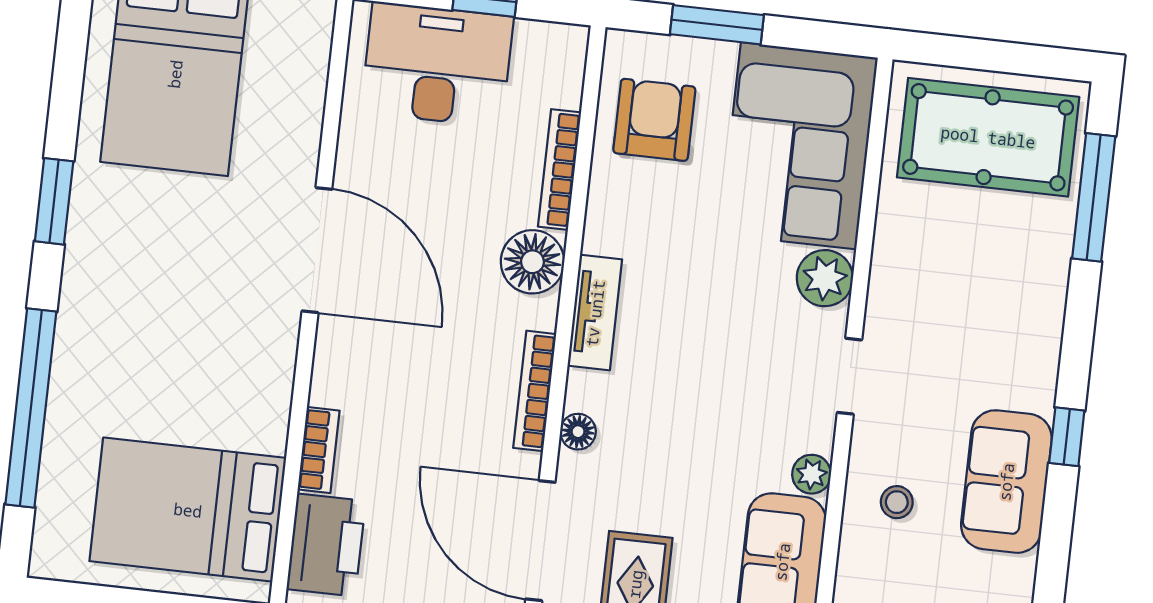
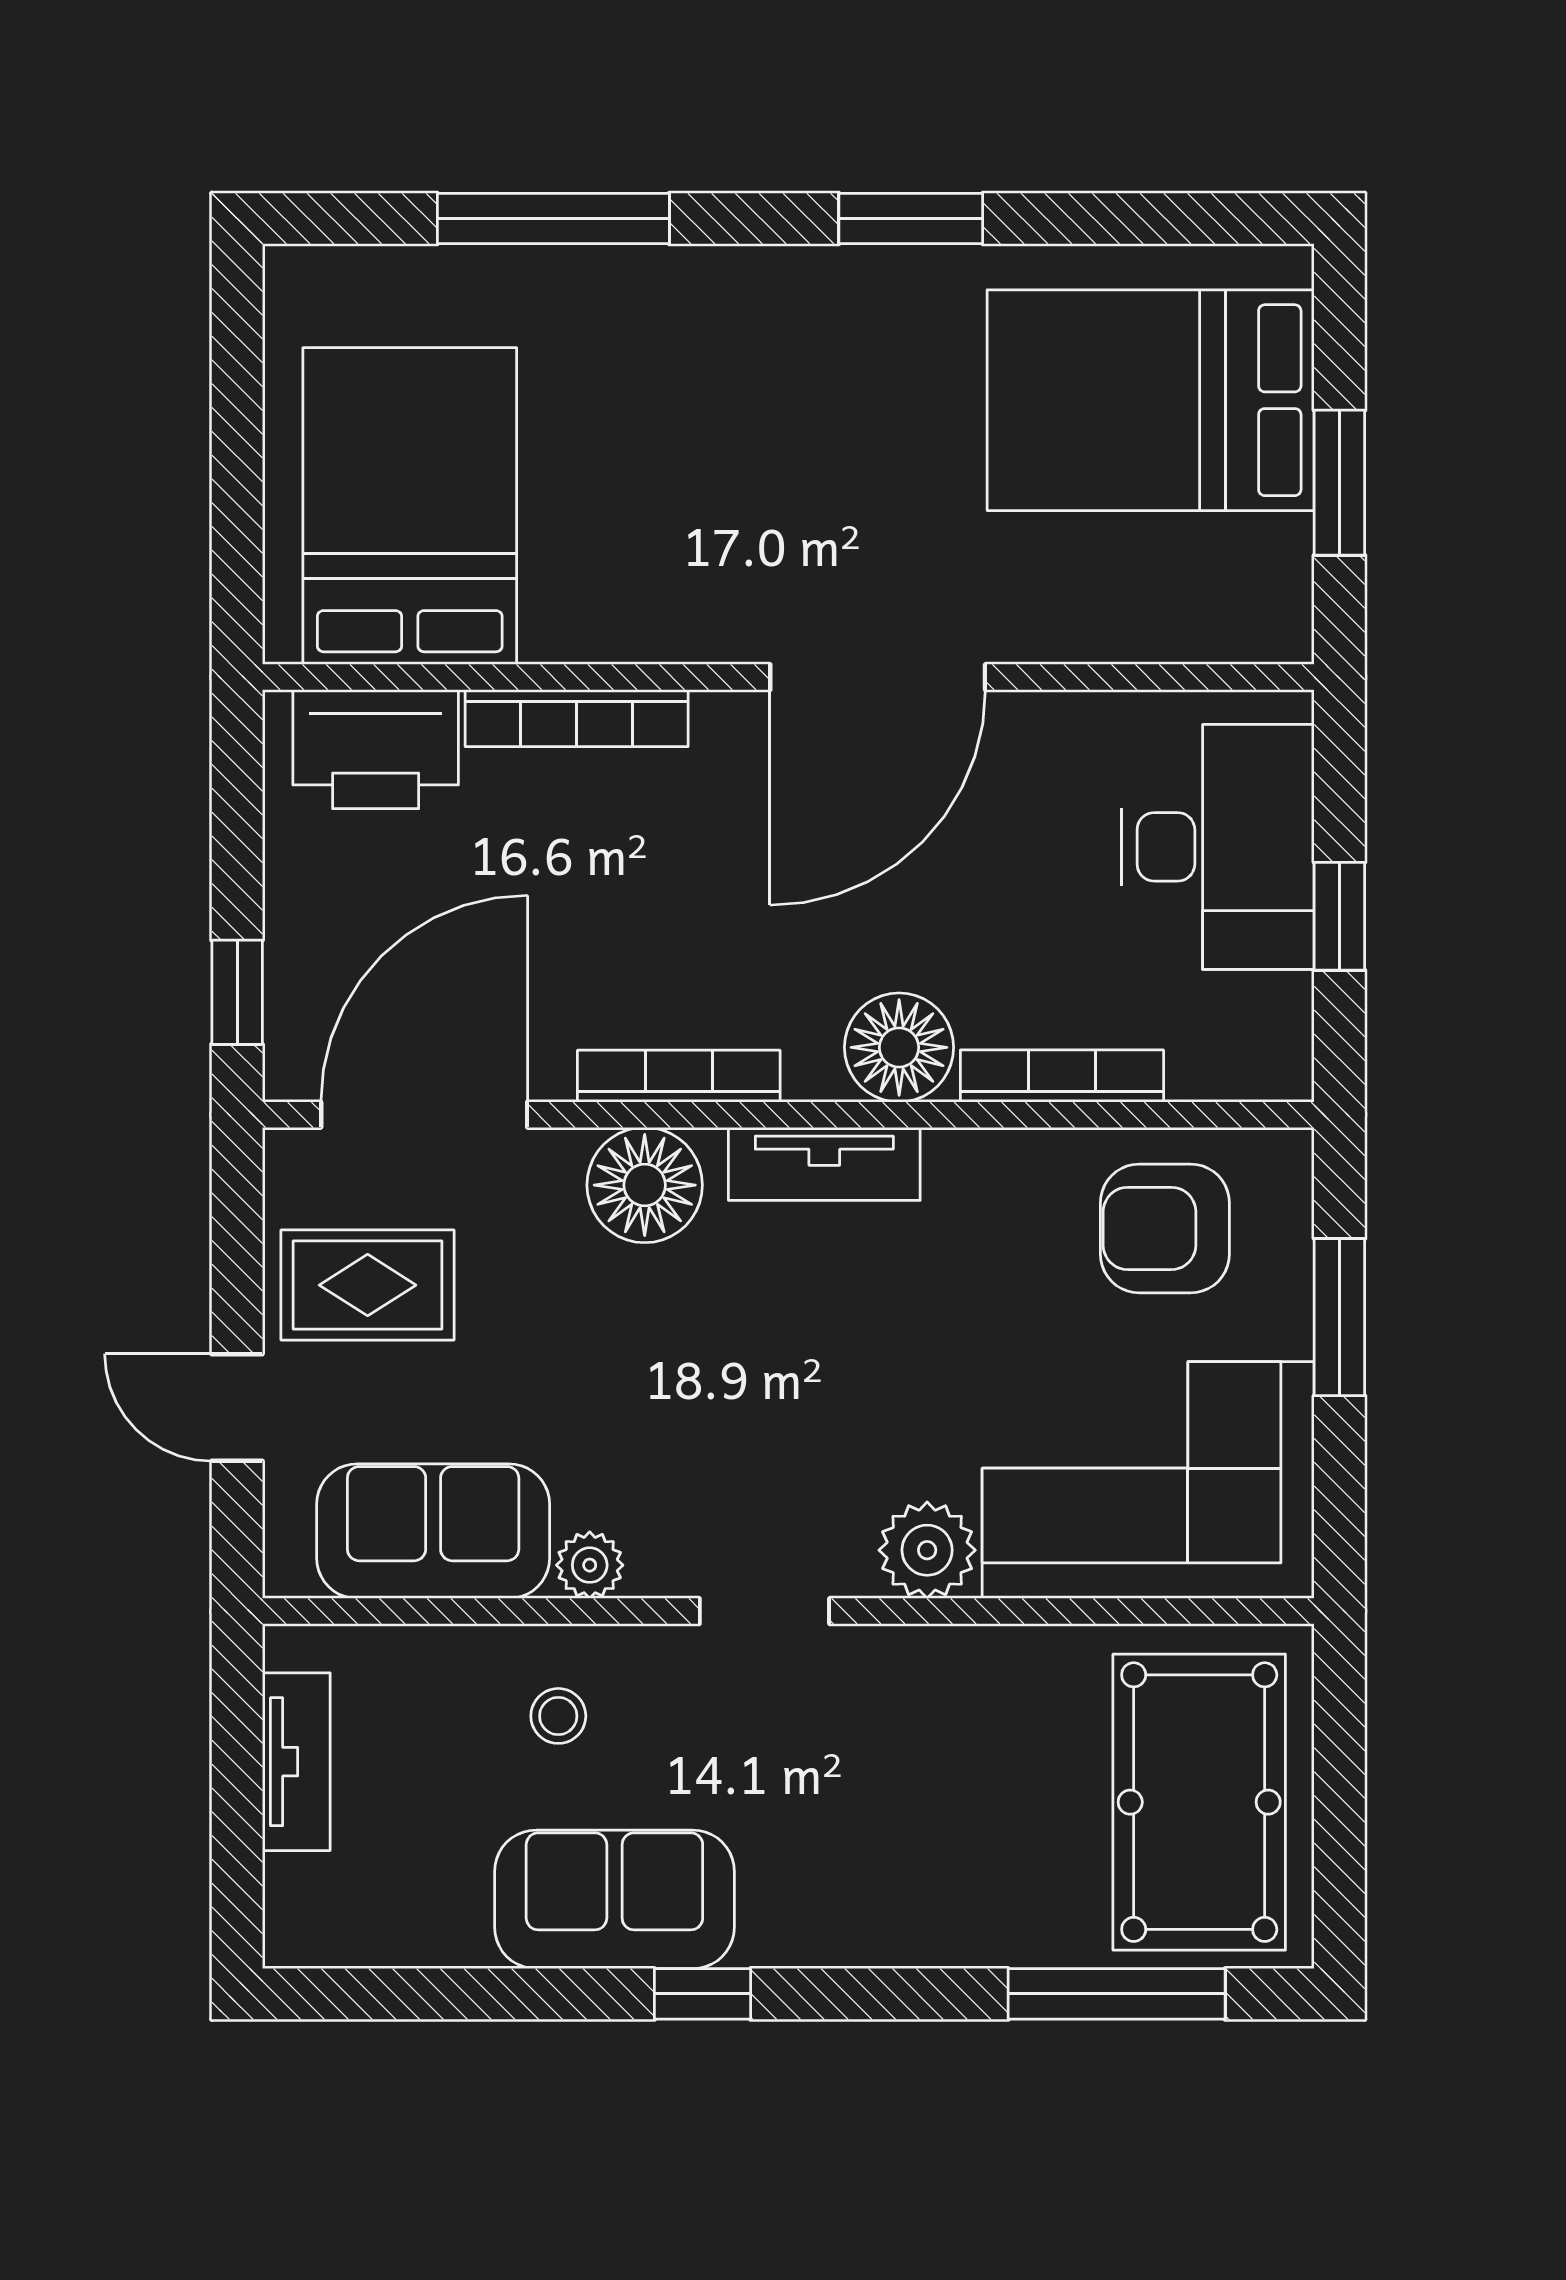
armchair: (654, 120) -> (1165, 1228), turned 180
window: (31, 408) -> (553, 218), width x0.68
floor lamp: (578, 432) -> (645, 1185), width x1.89, depth x1.89
bookcase: (319, 450) -> (577, 718), width x1.56

